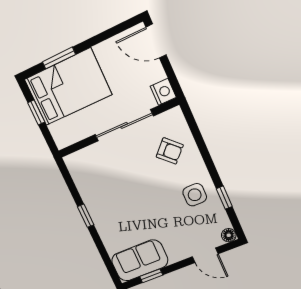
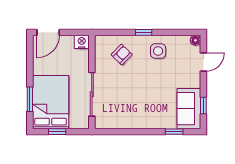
sliding door: (124, 125) -> (92, 94), moved
window: (224, 198) -> (144, 32), moved
window: (86, 216) -> (174, 132), moved

